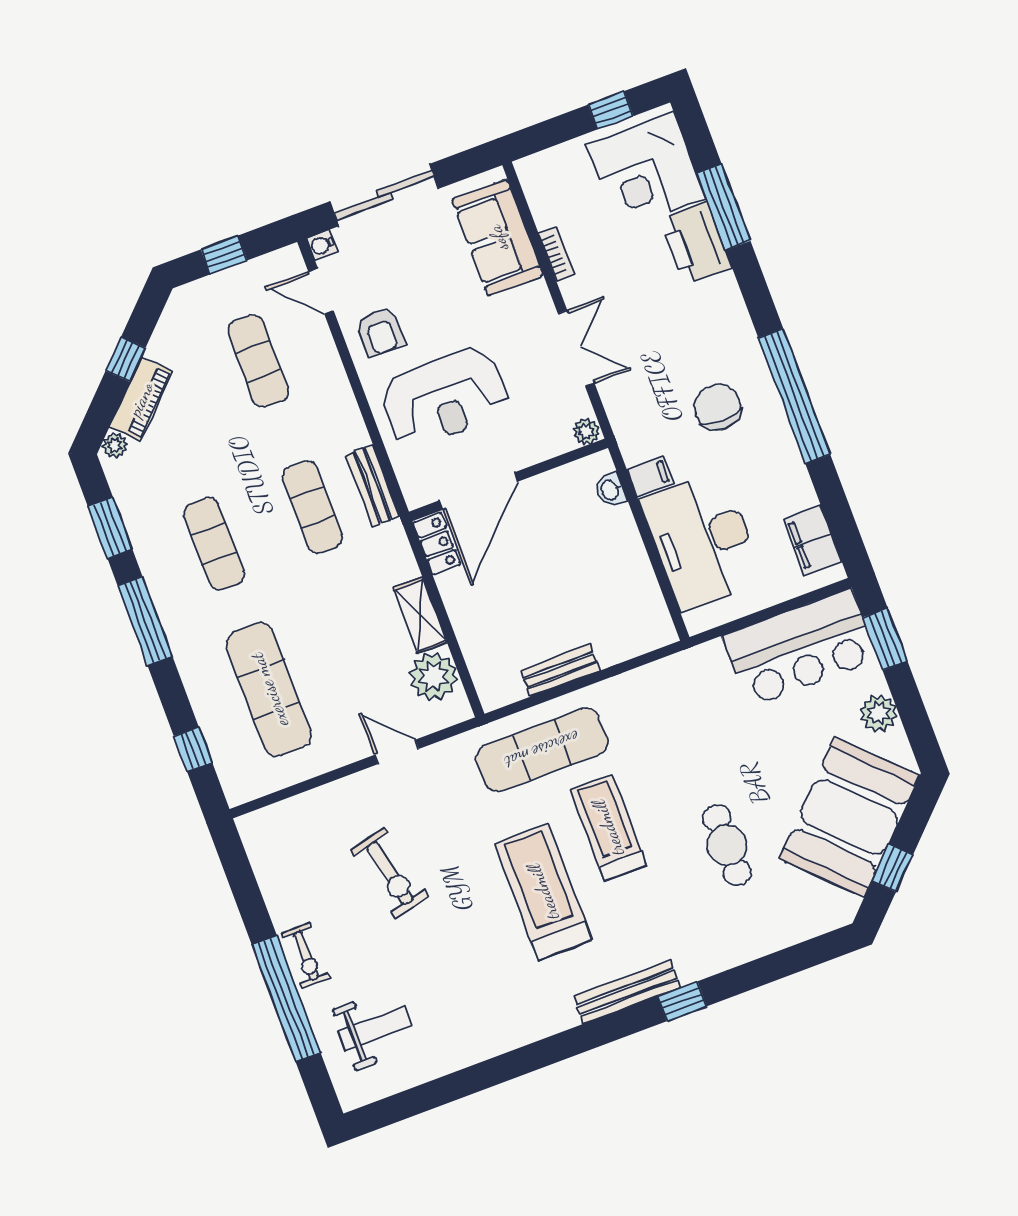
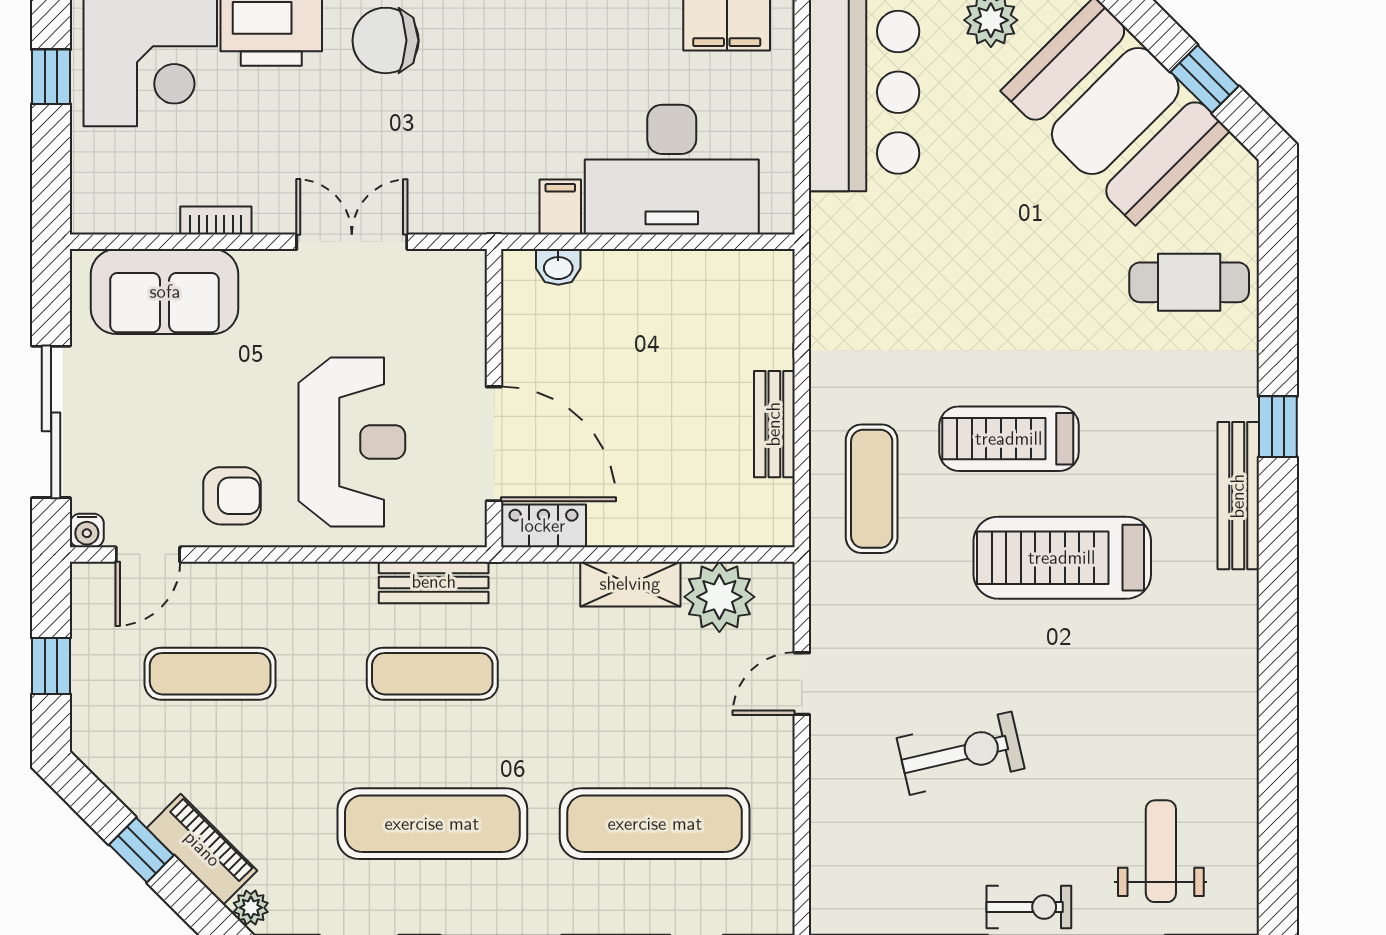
chair: (717, 407) -> (386, 40), moved
plant: (586, 431) -> (468, 270), removed
exercise mat: (214, 544) -> (432, 824), width x1.36, depth x1.45
exercise mat: (542, 750) -> (872, 489), width x0.73, depth x0.69
cafe table: (727, 845) -> (1189, 282), moved

